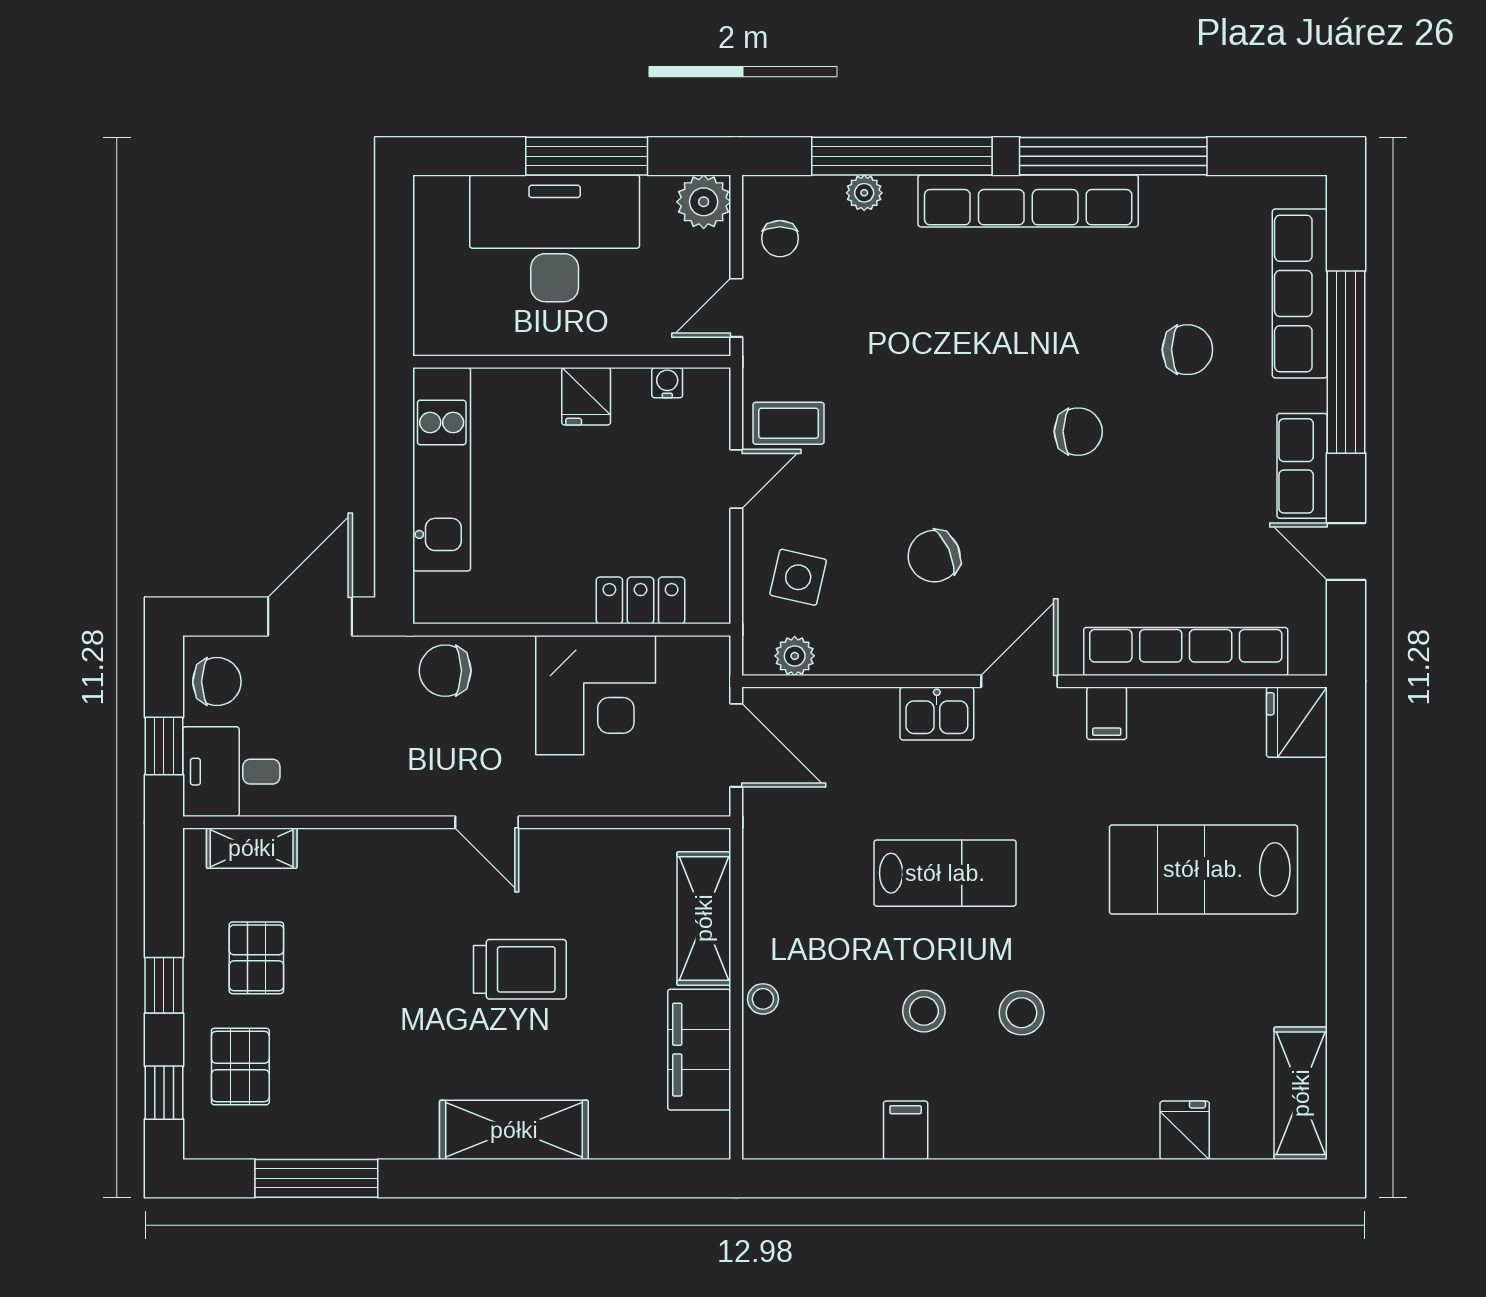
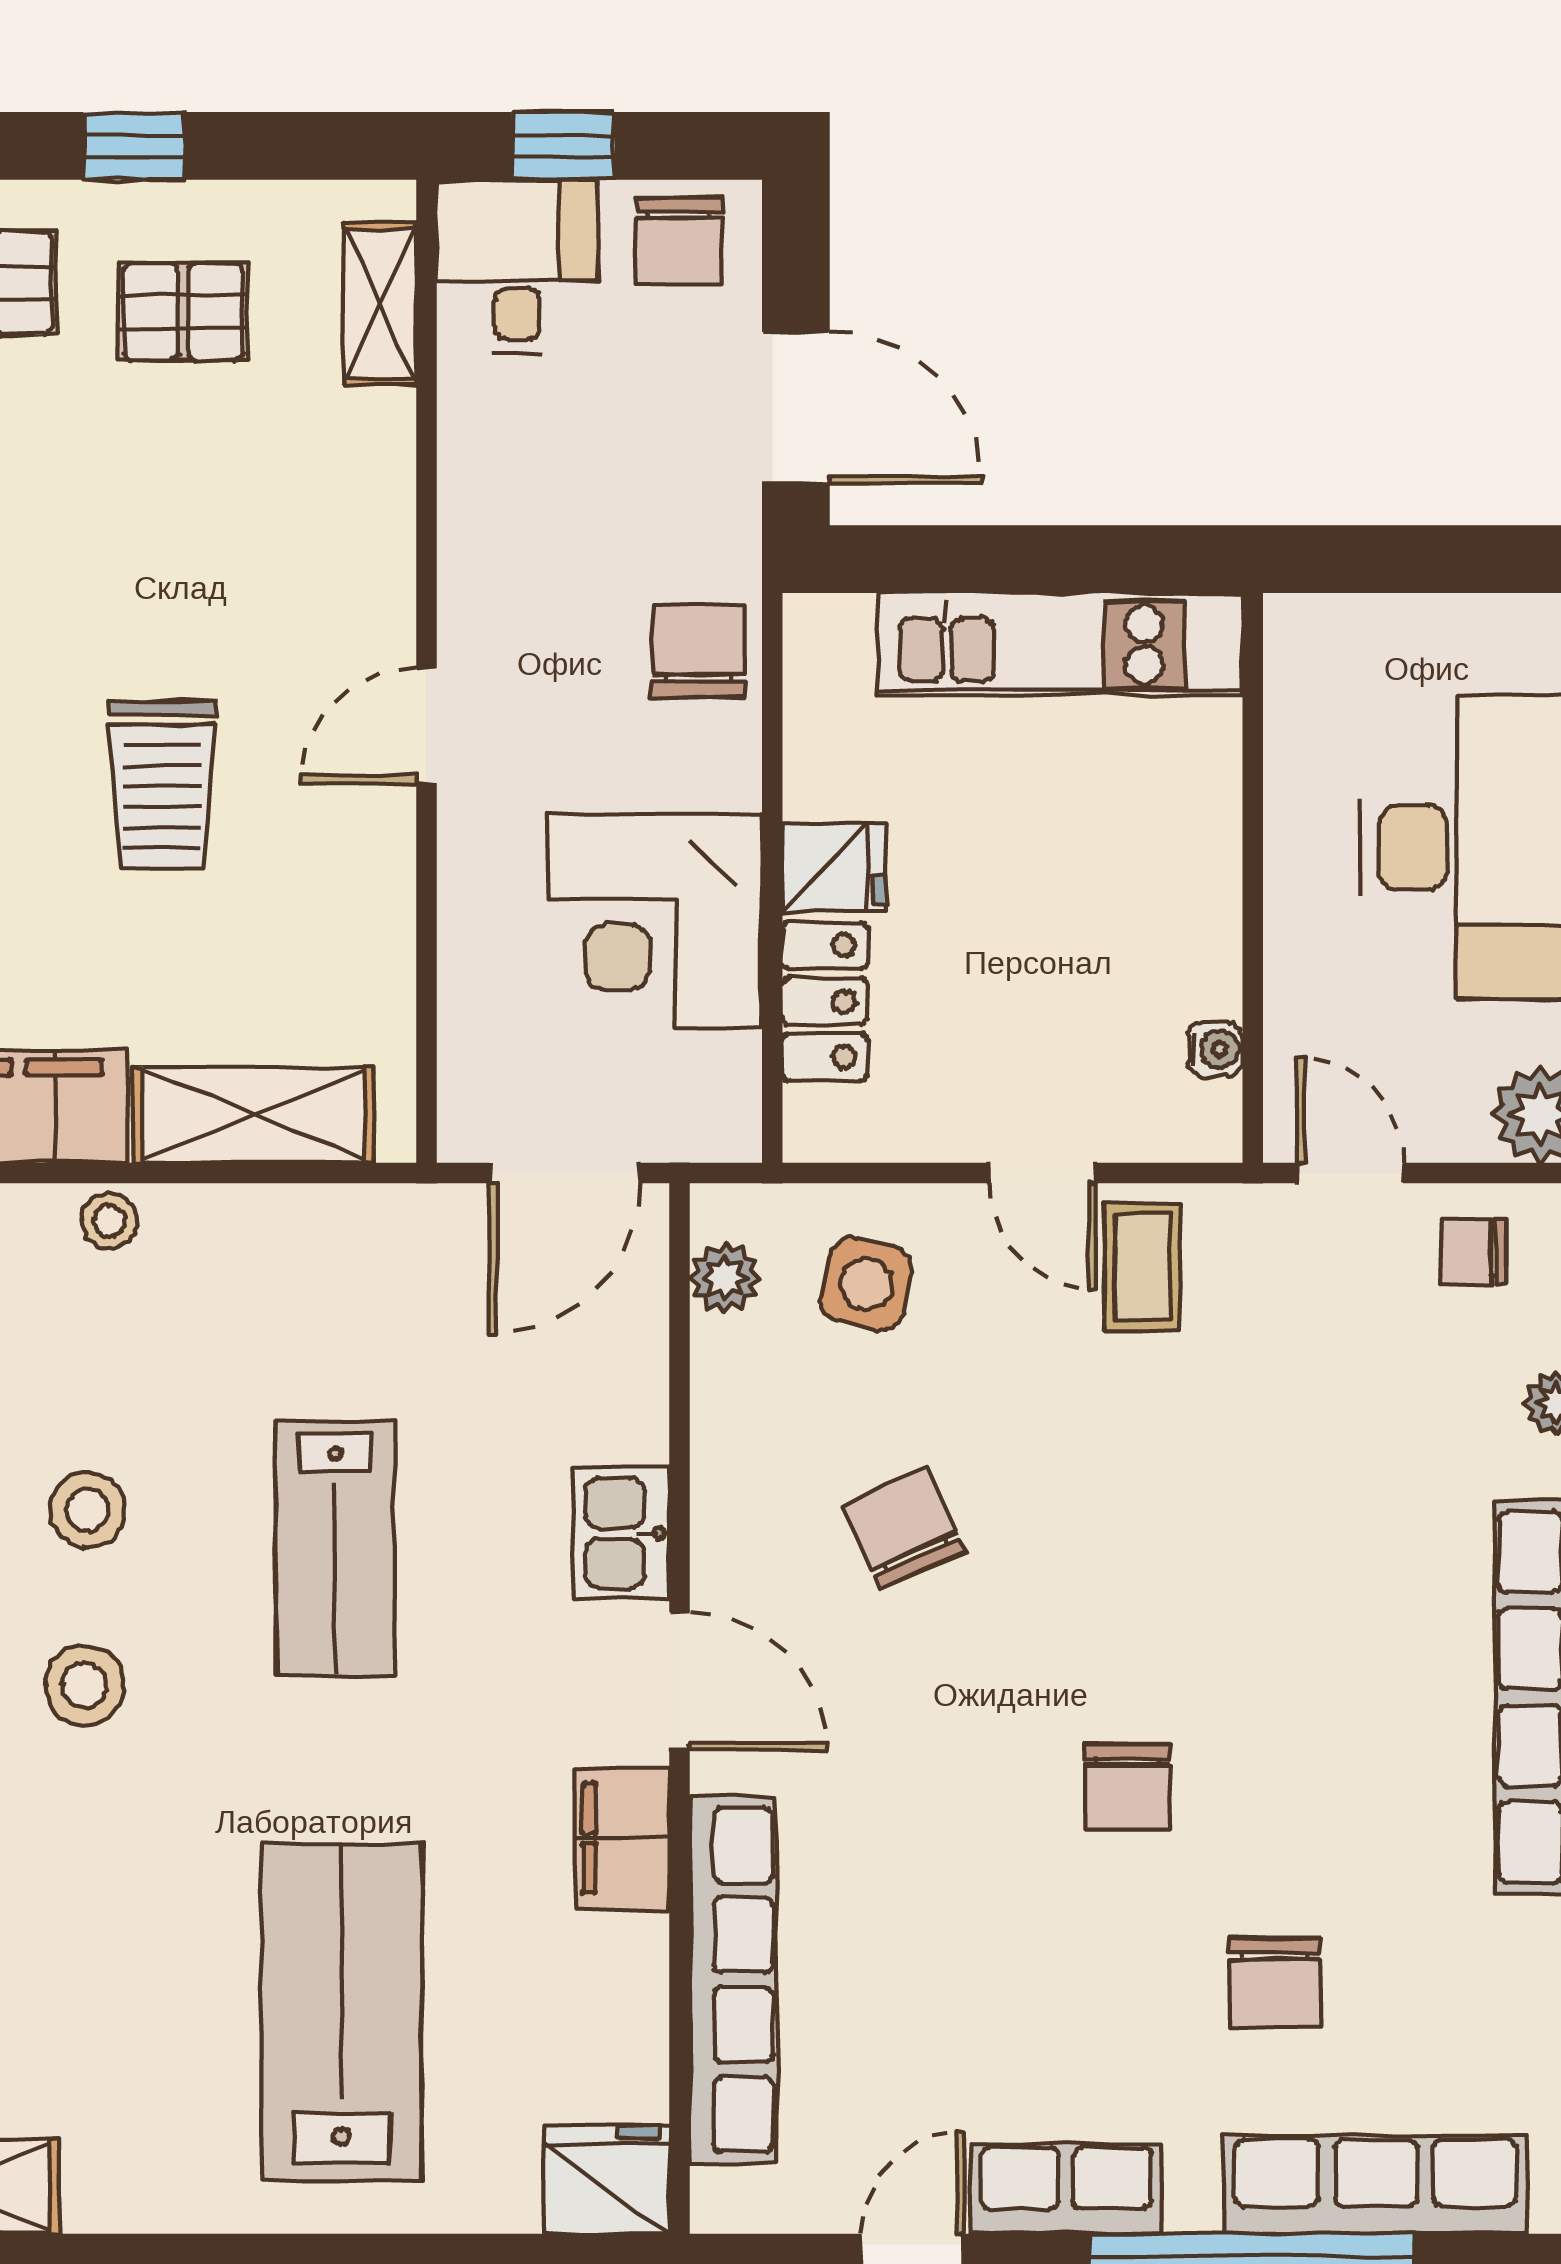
fridge: (586, 396) -> (834, 867), moved, turned 180
filing cabinet: (1107, 713) -> (622, 1838), width x2.00

